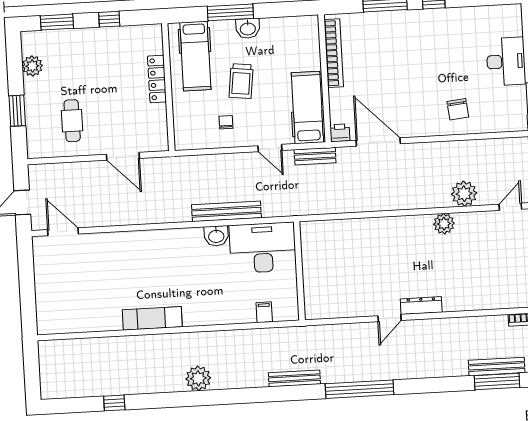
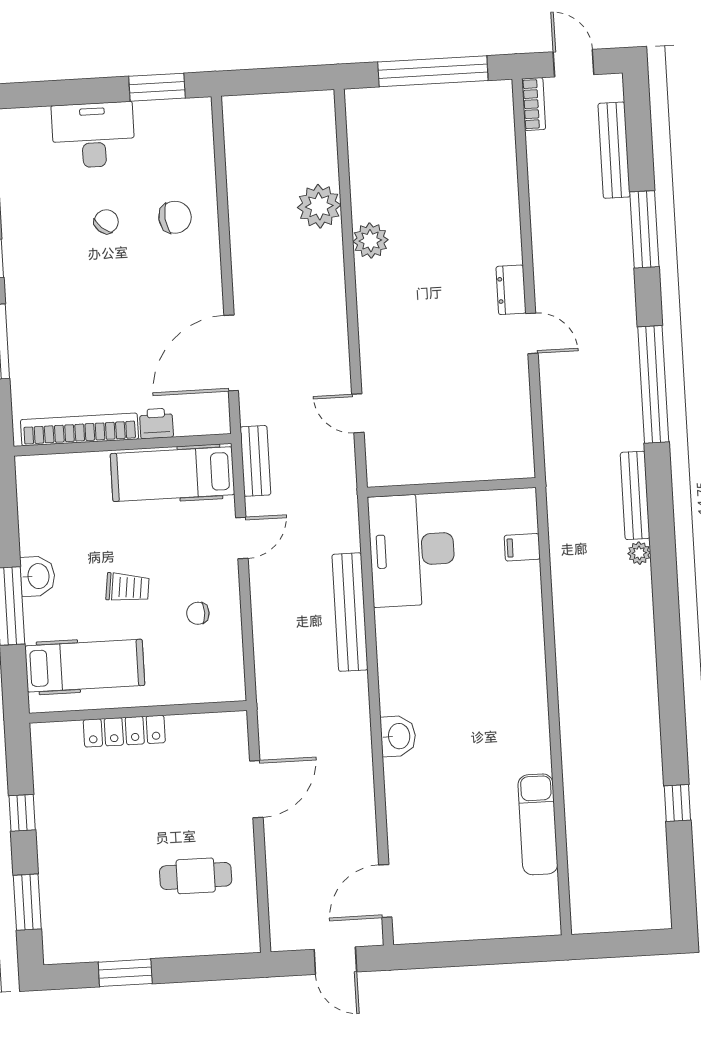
plant: (32, 66) -> (102, 944), removed
chair: (455, 69) -> (106, 222), added
trolley: (241, 81) -> (127, 587), width x0.73, depth x0.72
window: (17, 111) -> (125, 973), moved
printer: (340, 133) -> (156, 423), moved, turned 90
door: (510, 207) -> (358, 413), moved
washbasin: (216, 236) -> (398, 736), moved
dresser: (421, 306) -> (511, 290), width x0.70
exam couch: (152, 318) -> (538, 824), moved
plant: (198, 378) -> (639, 553), moved, width x0.53, depth x0.53
window: (497, 381) -> (644, 229), moved

